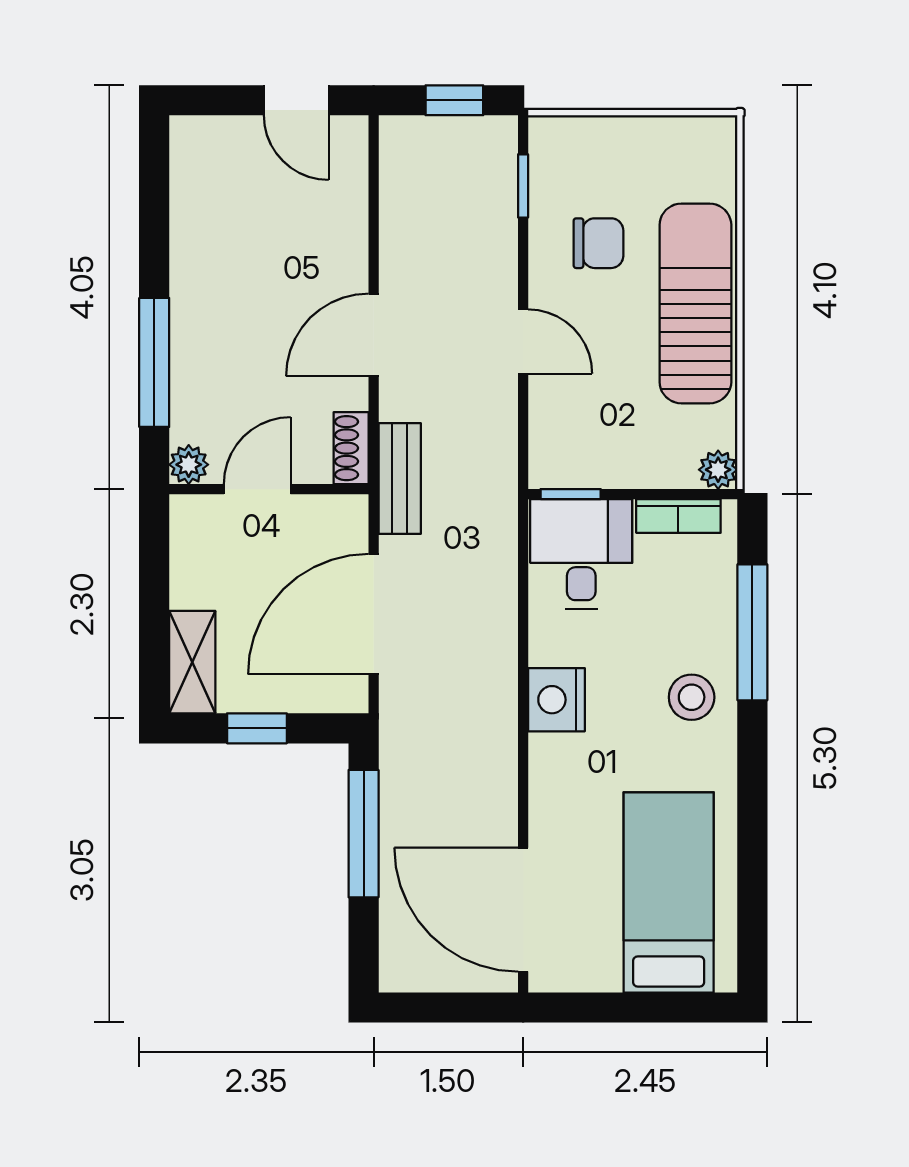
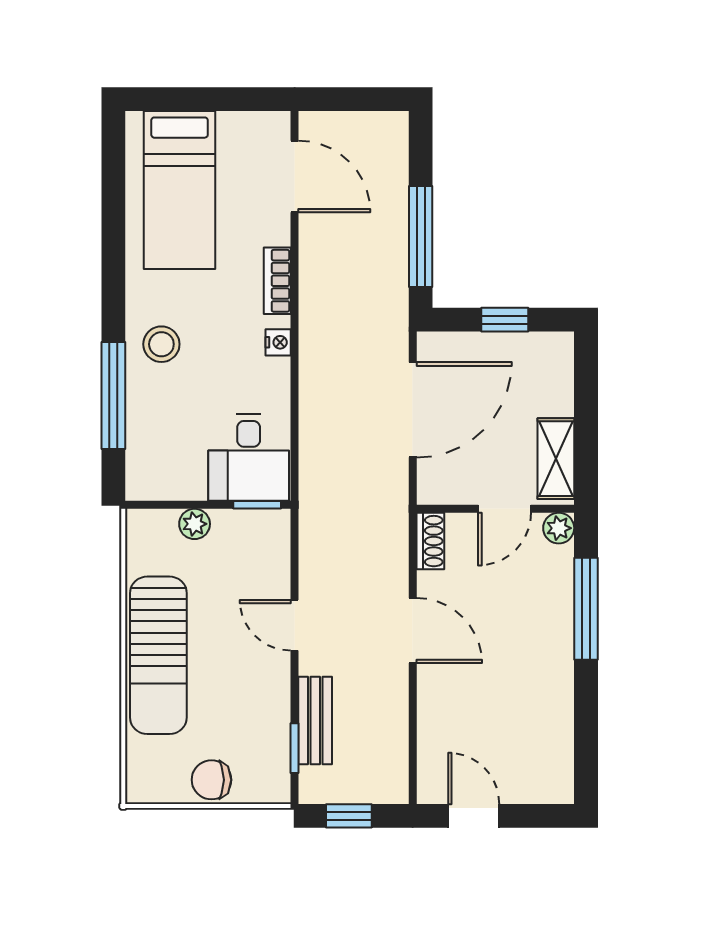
chair: (598, 243) -> (211, 780), moved
door: (374, 335) -> (413, 631), hinge flipped
plant: (718, 470) -> (195, 524), moved
bench: (400, 478) -> (315, 721), moved
bookcase: (678, 516) -> (277, 281), moved, turned -90
shelving: (192, 662) -> (556, 459), moved
nightstand: (556, 700) -> (278, 342), width x0.53, depth x0.56
door: (523, 910) -> (295, 176), width x0.73

